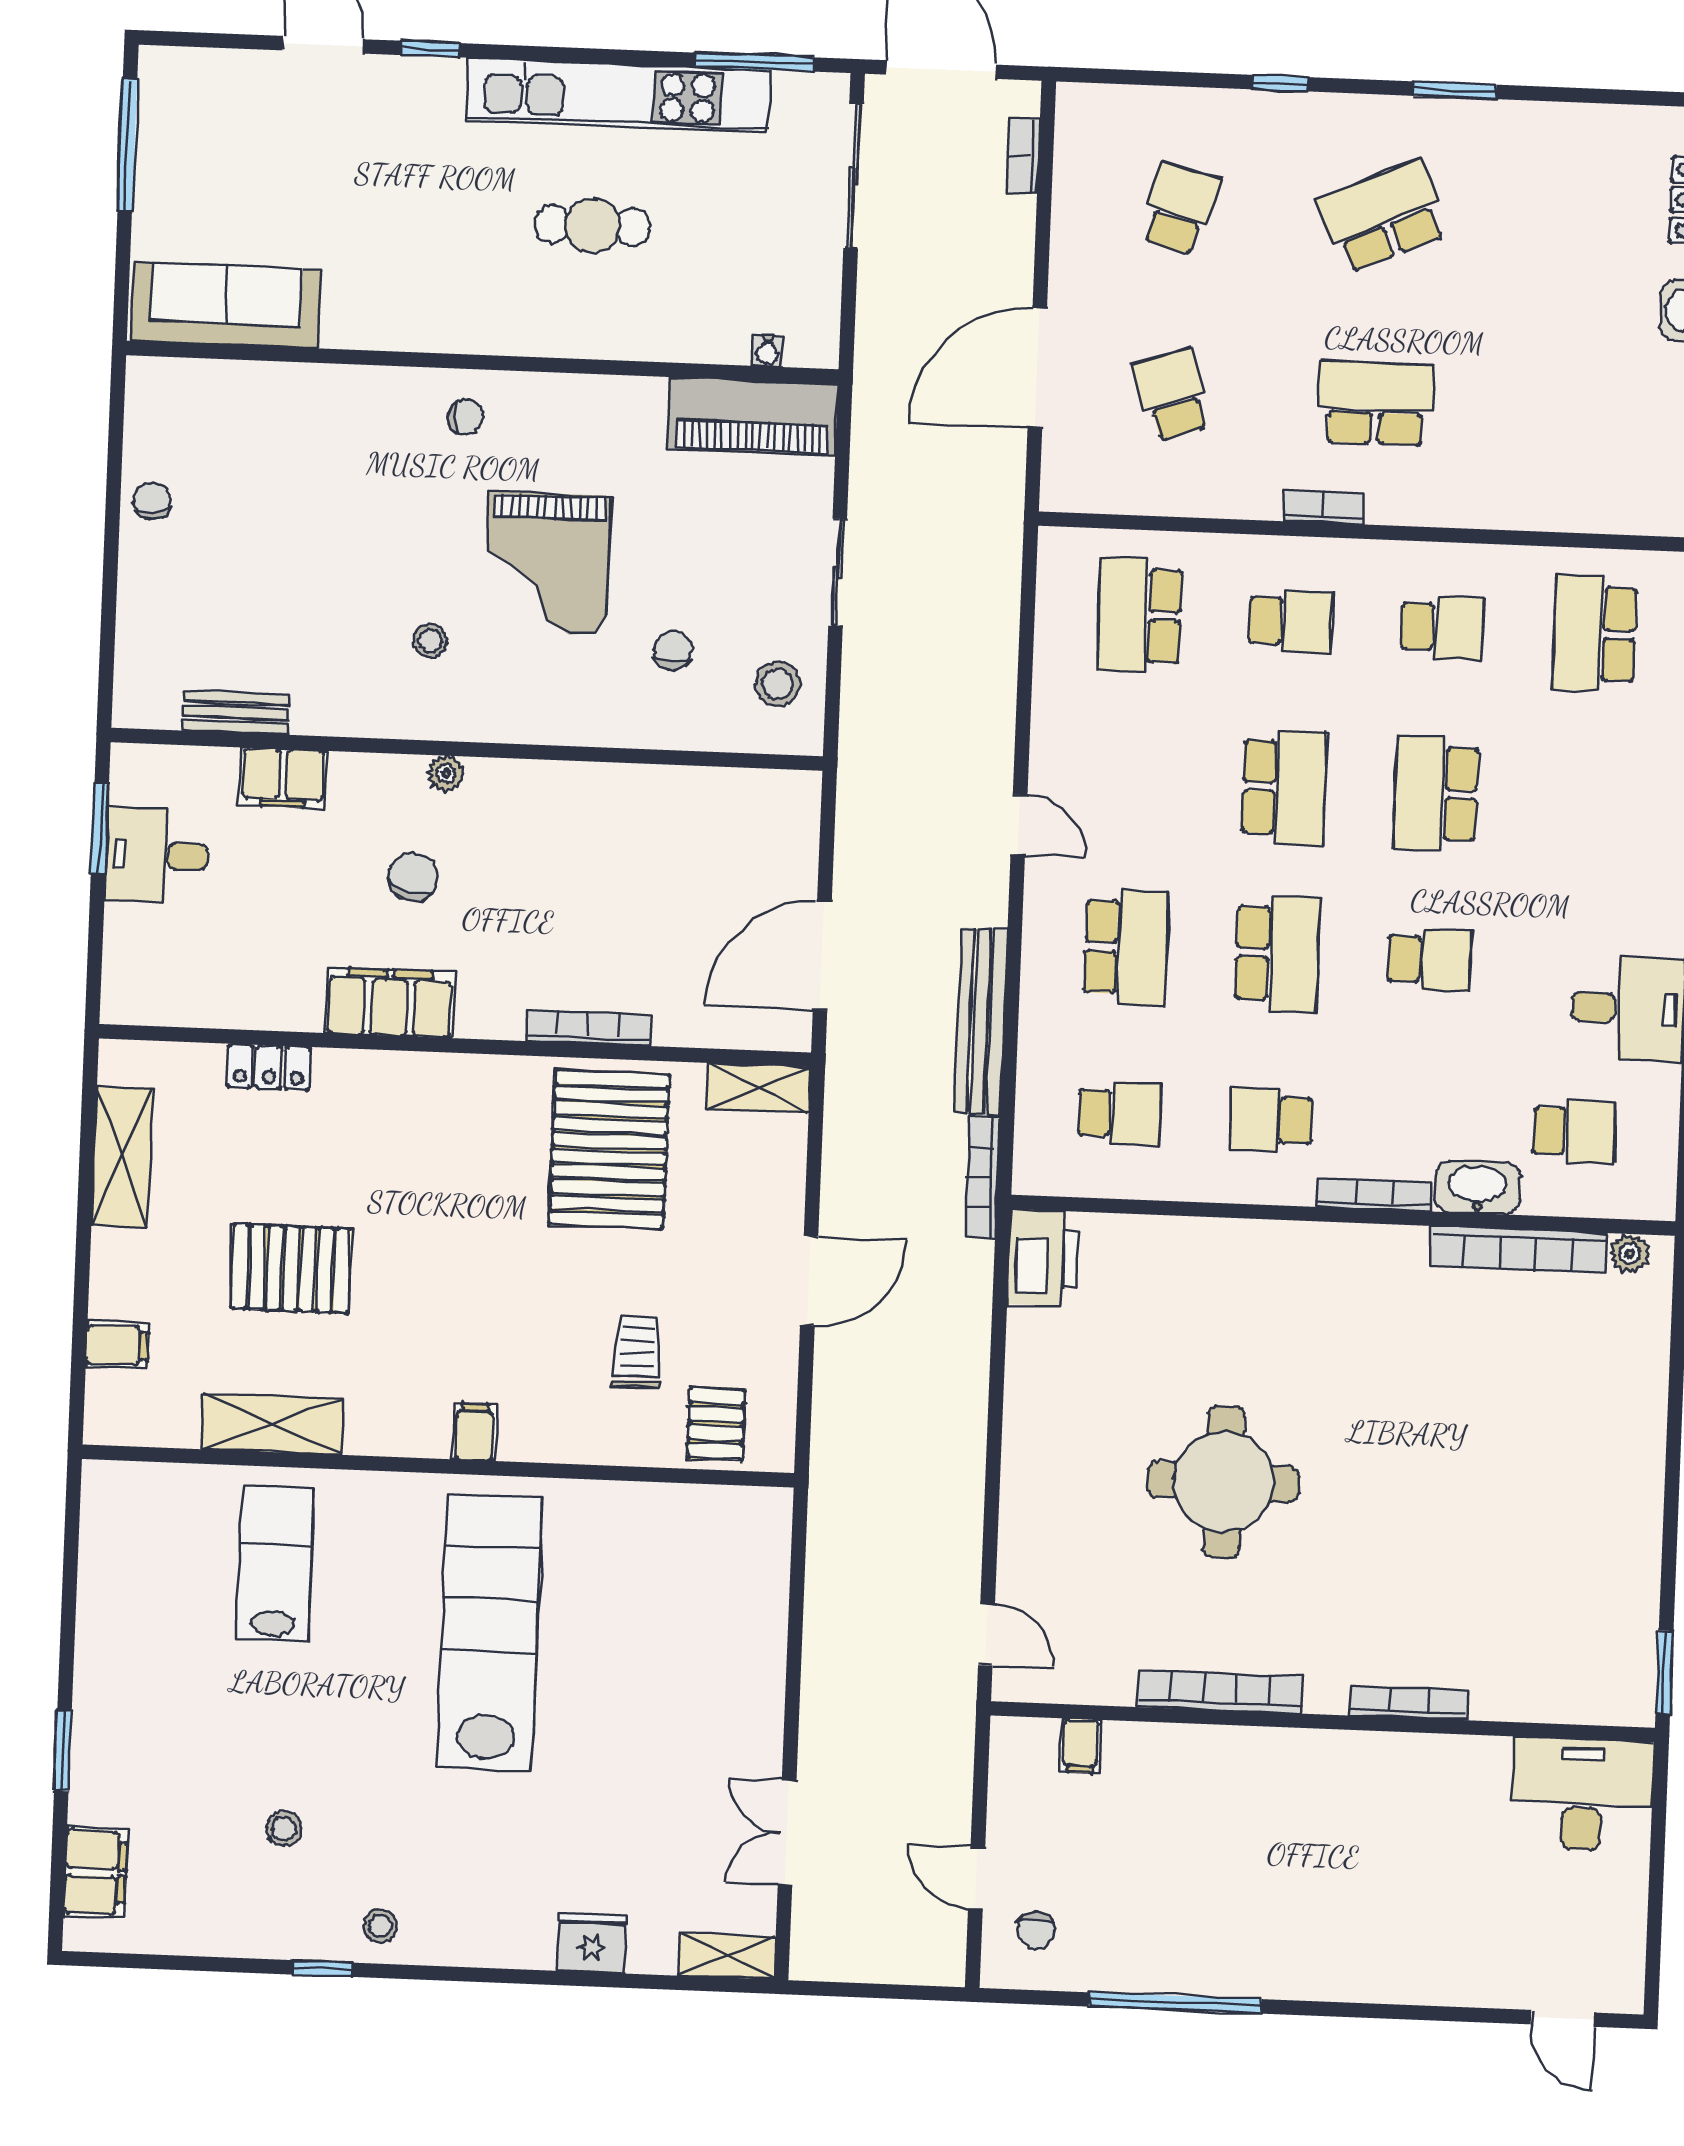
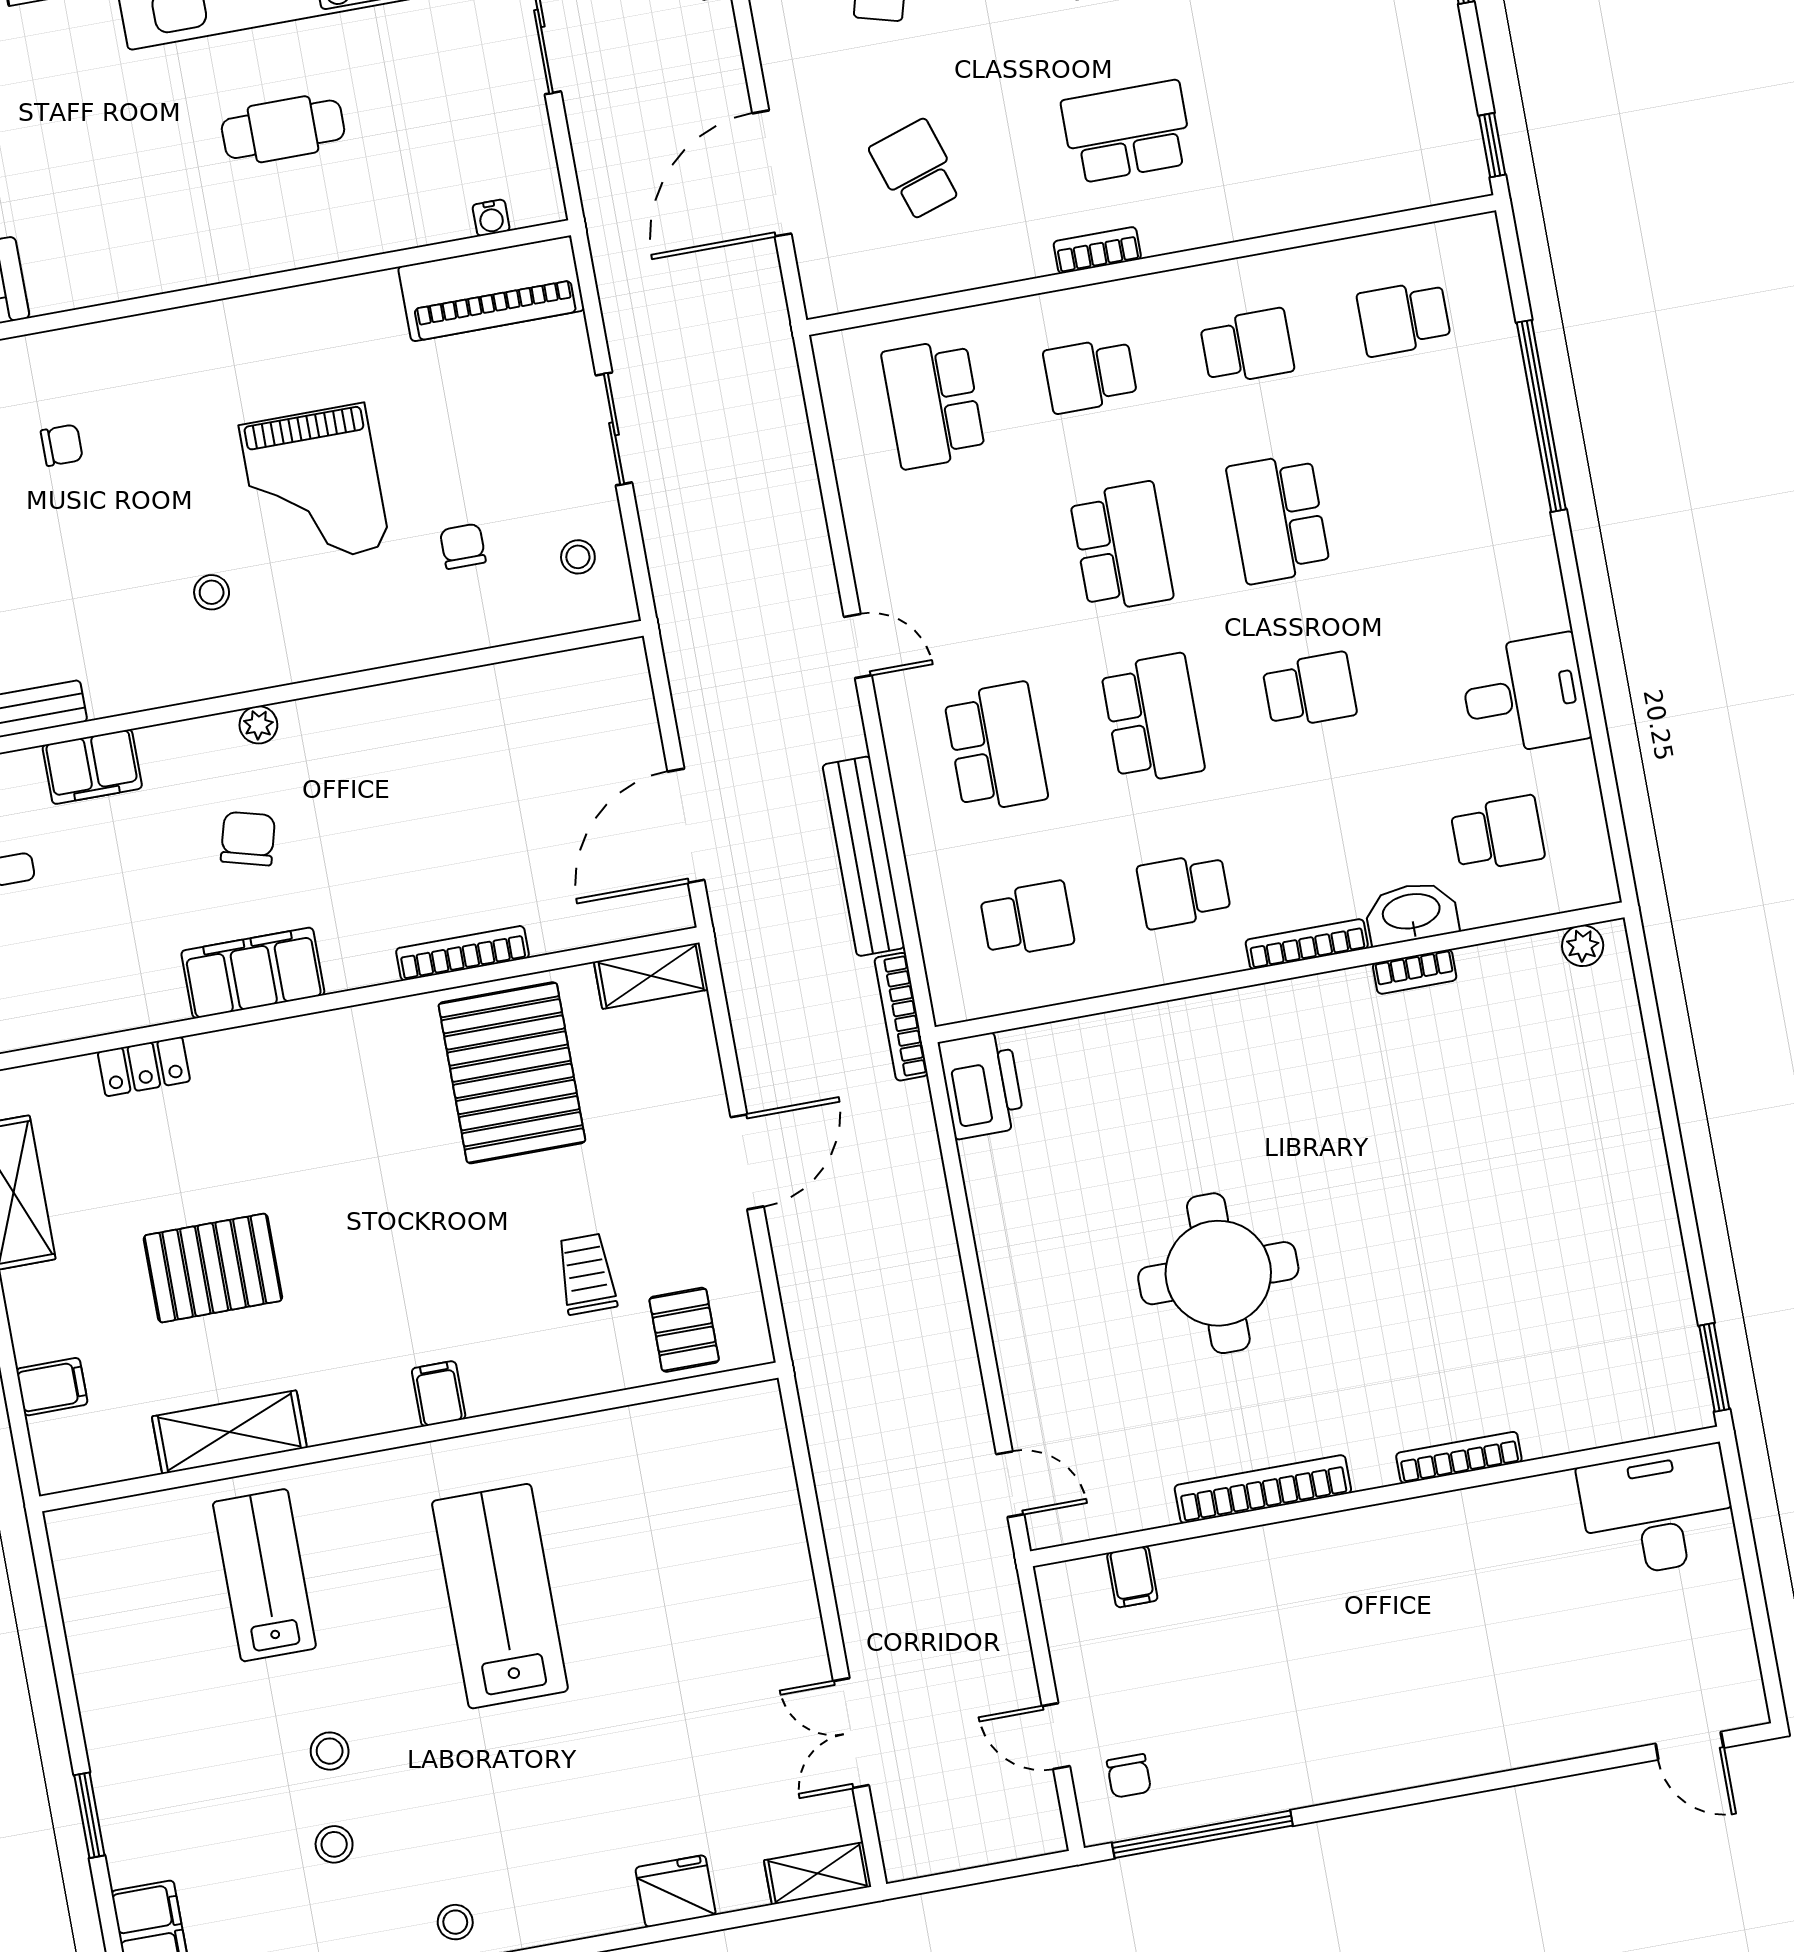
chair: (466, 417) -> (62, 445), moved
school desk: (1291, 621) -> (1090, 375), turned 180
school desk: (1594, 634) -> (1404, 318), width x0.54
stool: (778, 684) -> (578, 557), width x0.73, depth x0.73
bookcase: (1518, 1249) -> (1415, 972), width x0.43, depth x0.76
lab bench: (489, 1633) -> (500, 1596), width x0.73
stool: (299, 1741) -> (330, 1751), added
window: (1175, 2003) -> (1202, 1834), moved

